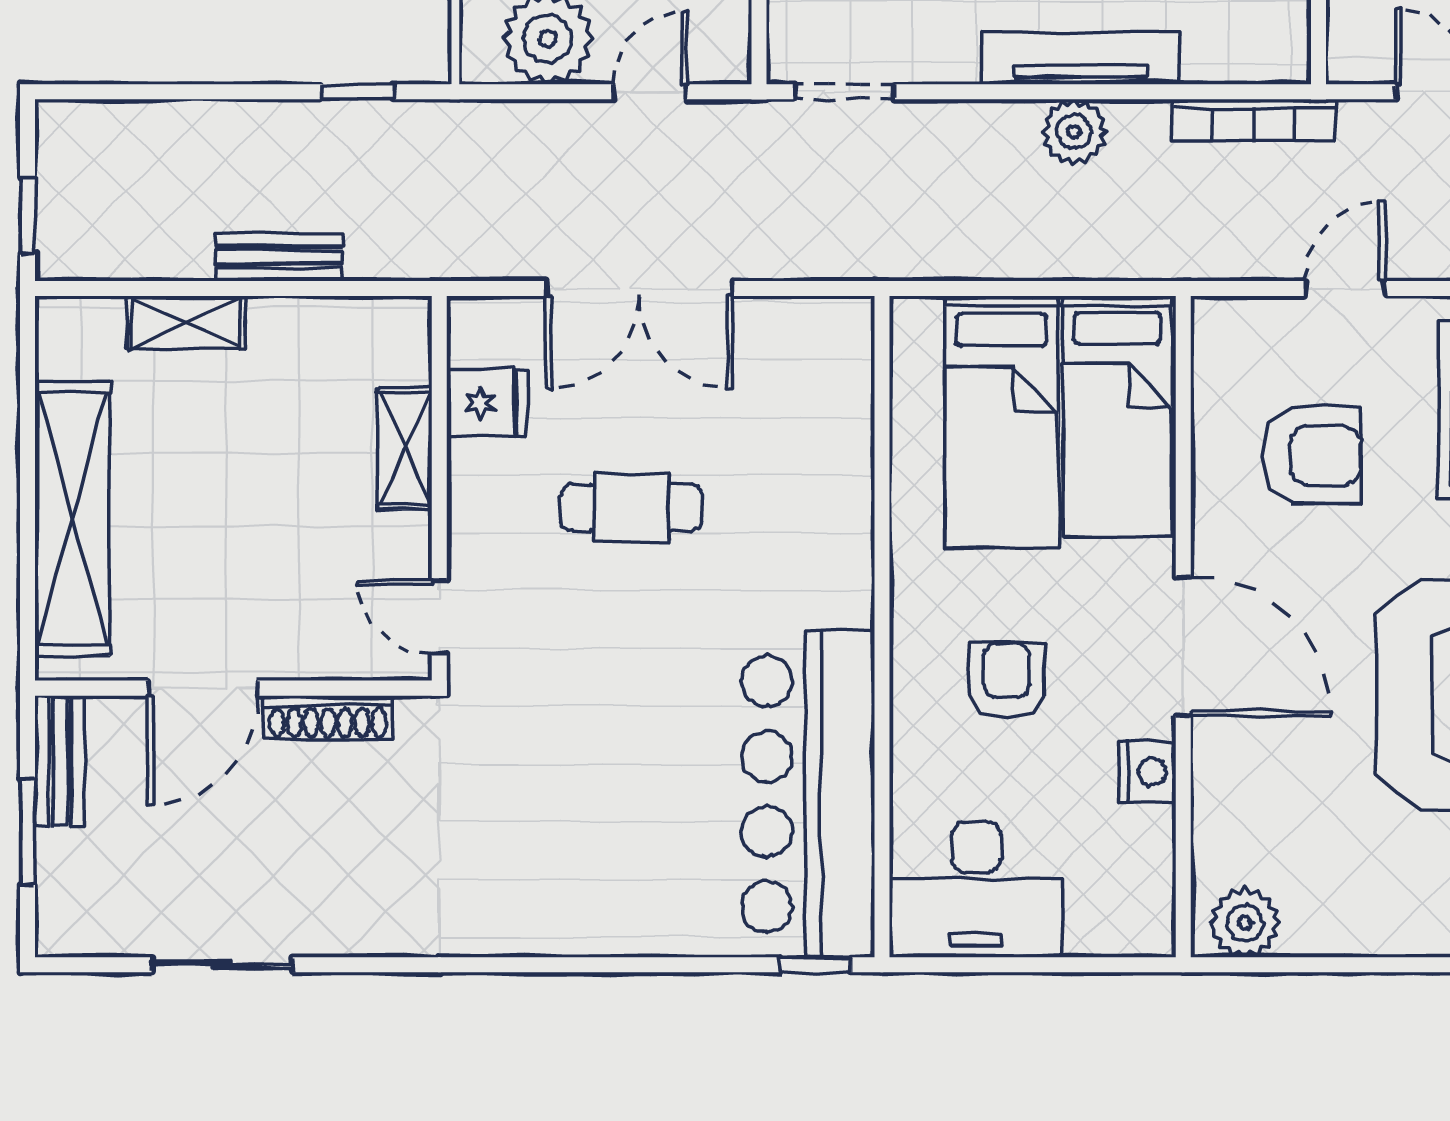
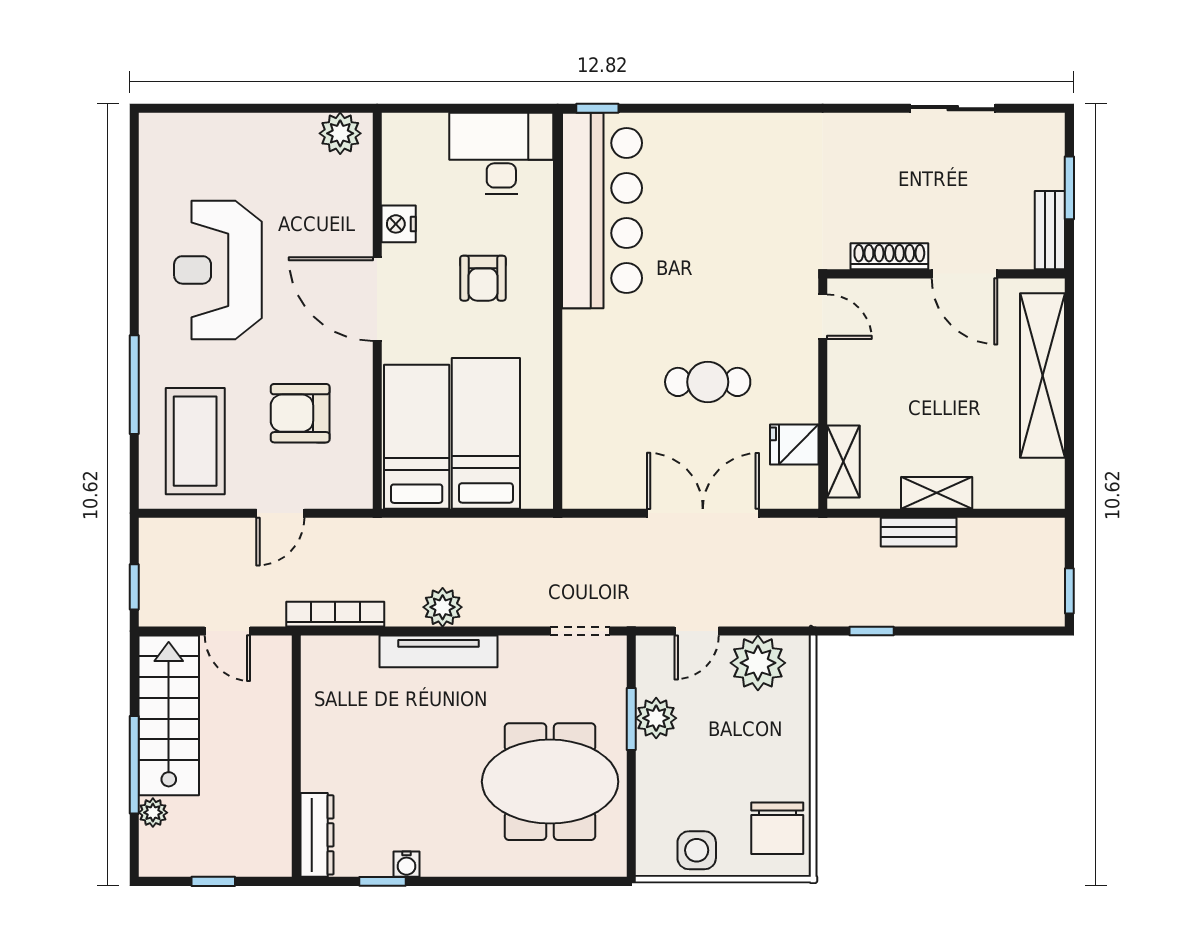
window: (28, 216) -> (1069, 591), moved
shelving: (186, 323) -> (937, 493), moved
shelving: (405, 449) -> (843, 461), moved
door: (203, 688) -> (965, 274), swing flipped

